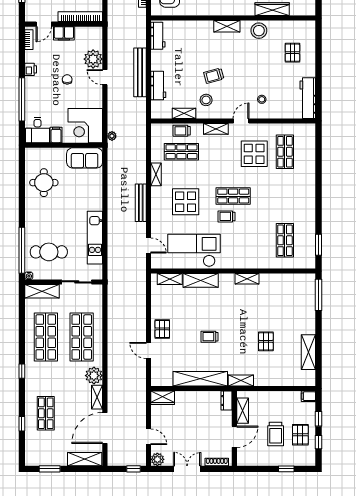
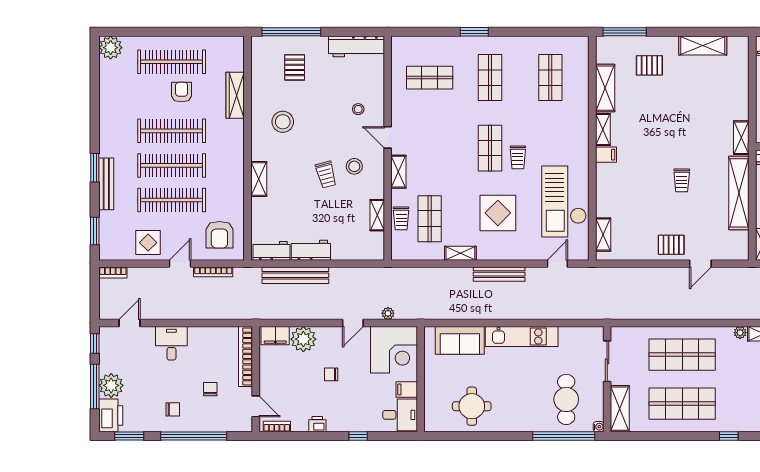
shelving: (227, 26) -> (259, 179), moved
stool: (259, 31) -> (283, 122), moved
filing cabinet: (64, 33) -> (275, 336), moved, turned 90
window: (319, 50) -> (291, 32), added
pallet: (292, 53) -> (295, 67), turned 90
bench: (140, 72) -> (295, 275), moved
door: (105, 77) -> (353, 323), moved
workbench: (158, 85) -> (311, 250), moved
window: (22, 99) -> (358, 436), width x0.32
stool: (206, 100) -> (354, 166), moved
plant: (112, 136) -> (388, 313), moved
display table: (254, 154) -> (432, 120), removed
sofa: (85, 158) -> (460, 340), moved, turned 90
shop shelf: (285, 196) -> (490, 78), added
kitchen unit: (95, 238) -> (522, 336), moved
shop shelf: (285, 240) -> (550, 78), turned 90
window: (319, 245) -> (474, 32), moved
shelving: (201, 280) -> (605, 88), moved
filing cabinet: (228, 281) -> (606, 155), added
pallet: (266, 341) -> (649, 65), moved
plant: (94, 376) -> (740, 333), width x0.53, depth x0.53

